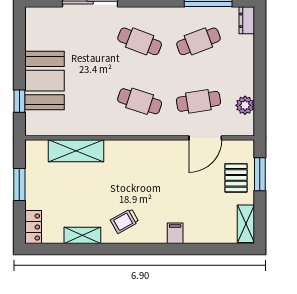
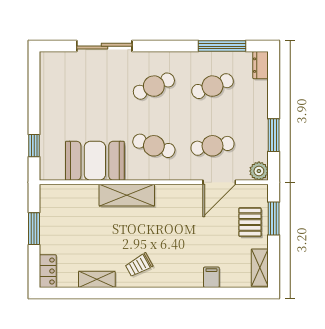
cafe table: (140, 41) -> (154, 86), turned -45
booth: (44, 81) -> (95, 161), moved, turned 90
window: (260, 91) -> (274, 135), added
plant: (245, 105) -> (259, 171), moved
shelving: (76, 151) -> (127, 195), moved
filing cabinet: (175, 233) -> (211, 277), moved

